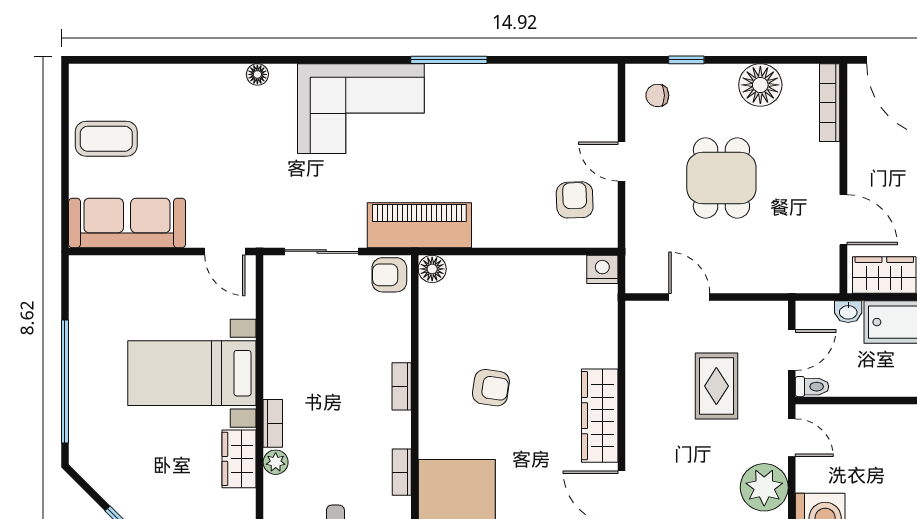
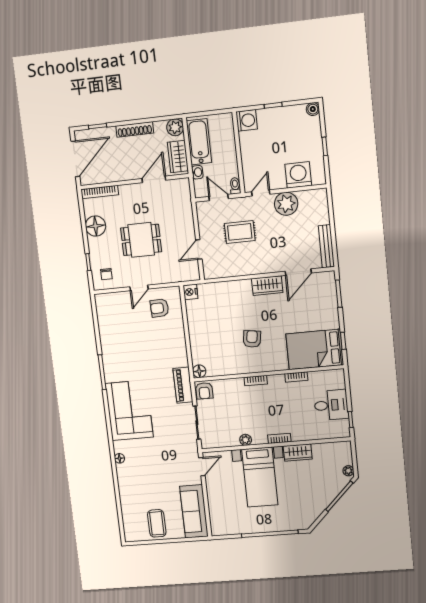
piano: (419, 225) -> (183, 385), width x0.73, depth x0.75
wardrobe: (600, 416) -> (267, 286), width x0.67
plant: (276, 462) -> (246, 440), moved

